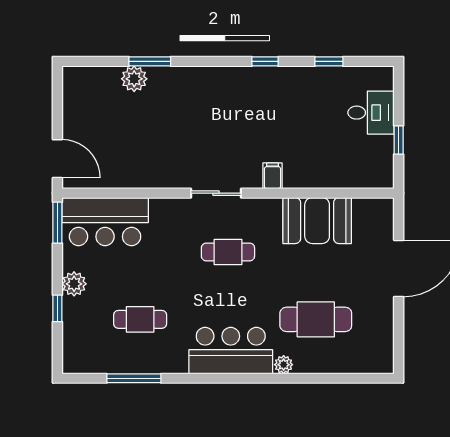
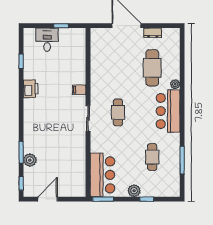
window: (265, 61) -> (21, 183), moved
printer: (275, 80) -> (31, 89), added
door: (57, 159) -> (48, 199), moved
booth: (317, 221) -> (102, 67), removed
dresser: (384, 320) -> (153, 33), added

